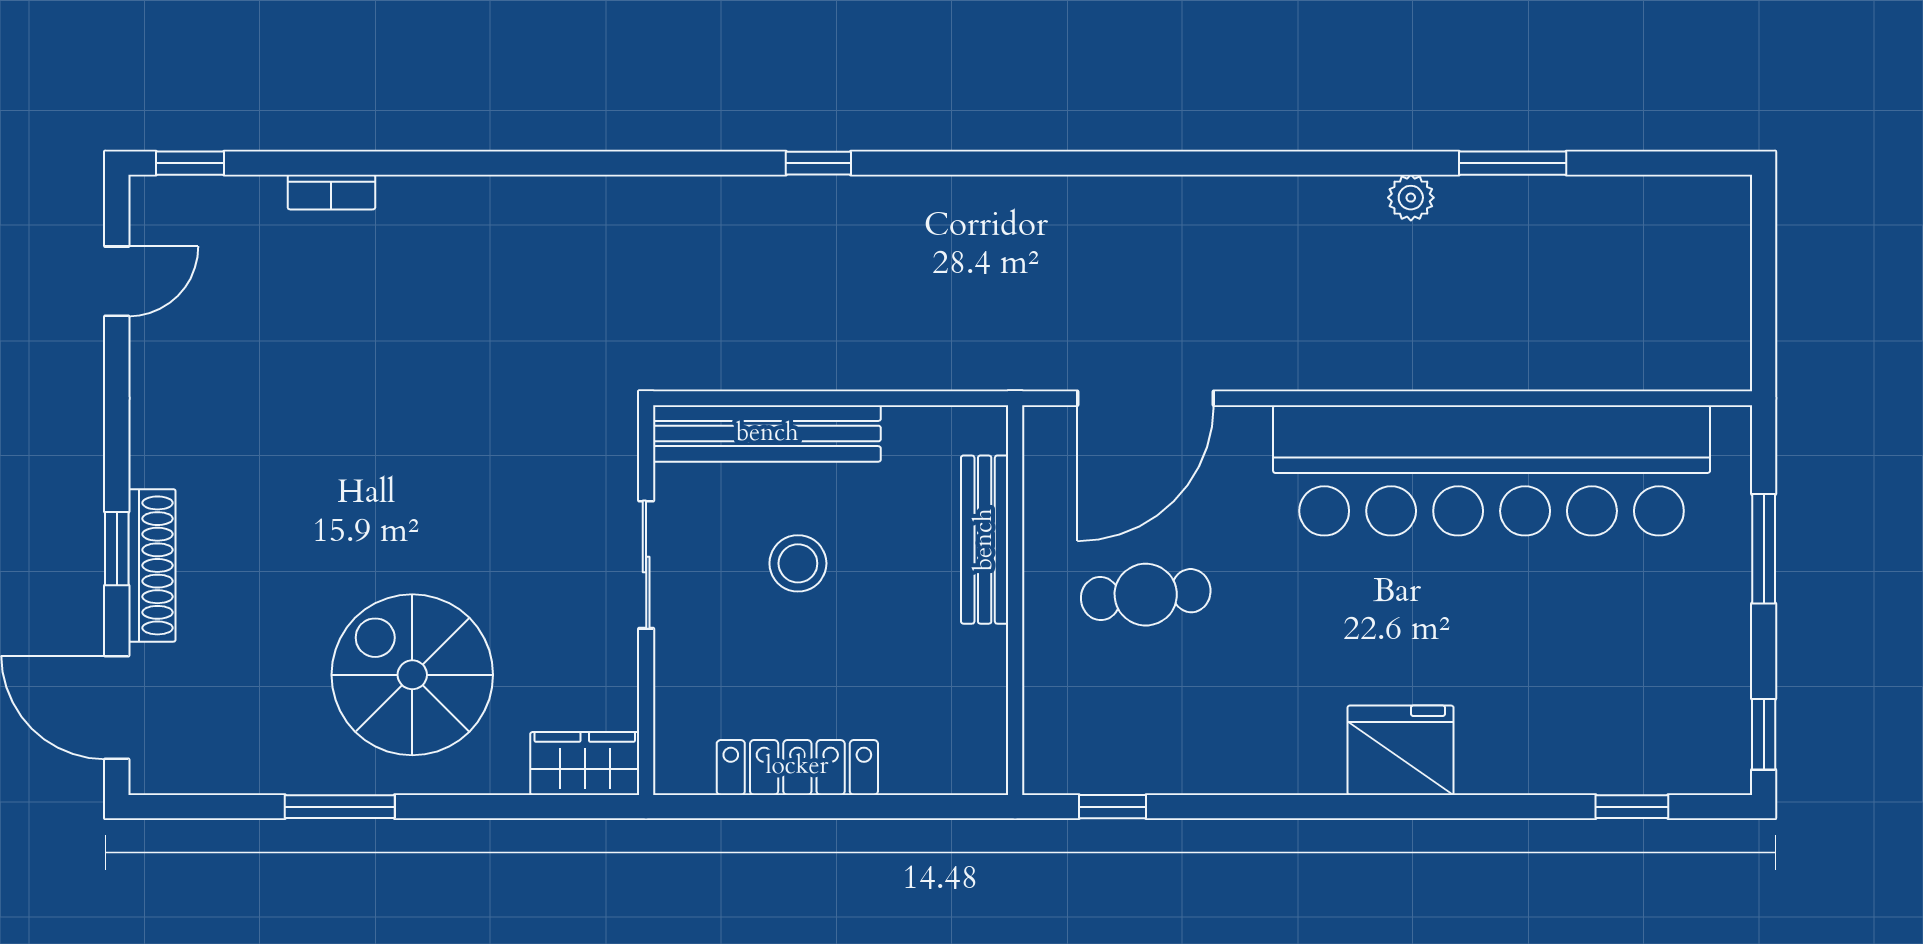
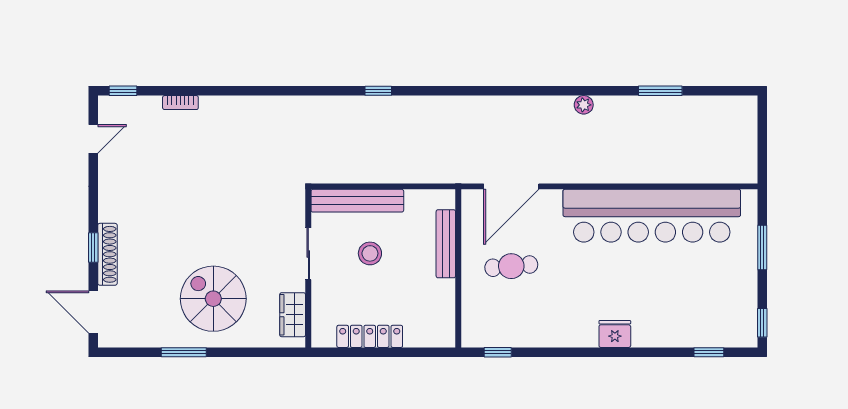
plant: (1411, 198) -> (584, 105), moved
fridge: (1401, 750) -> (615, 334), width x0.73, depth x0.75
wardrobe: (585, 763) -> (293, 315), moved, turned -90

